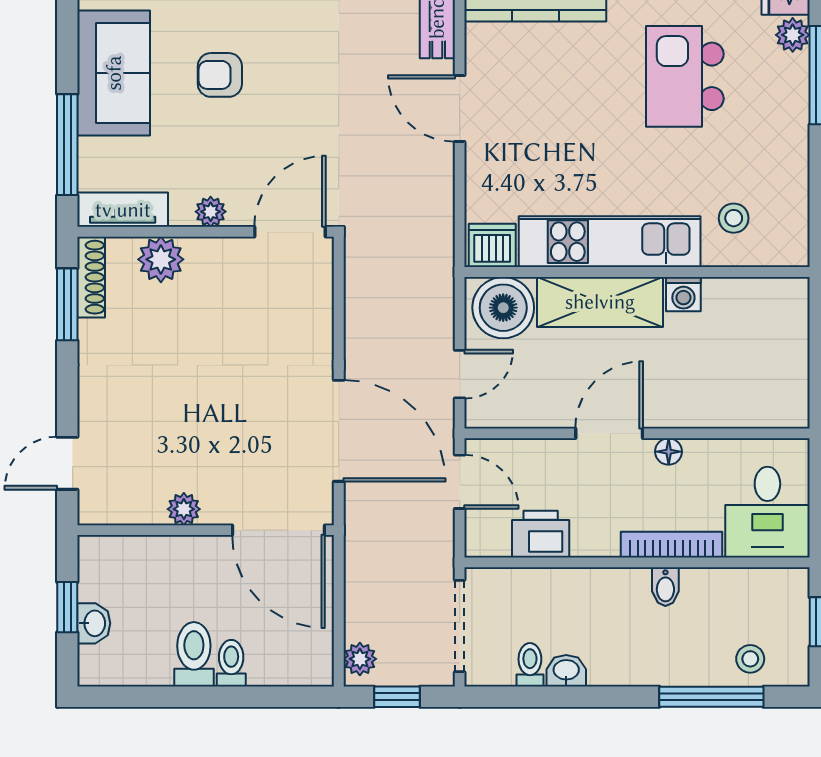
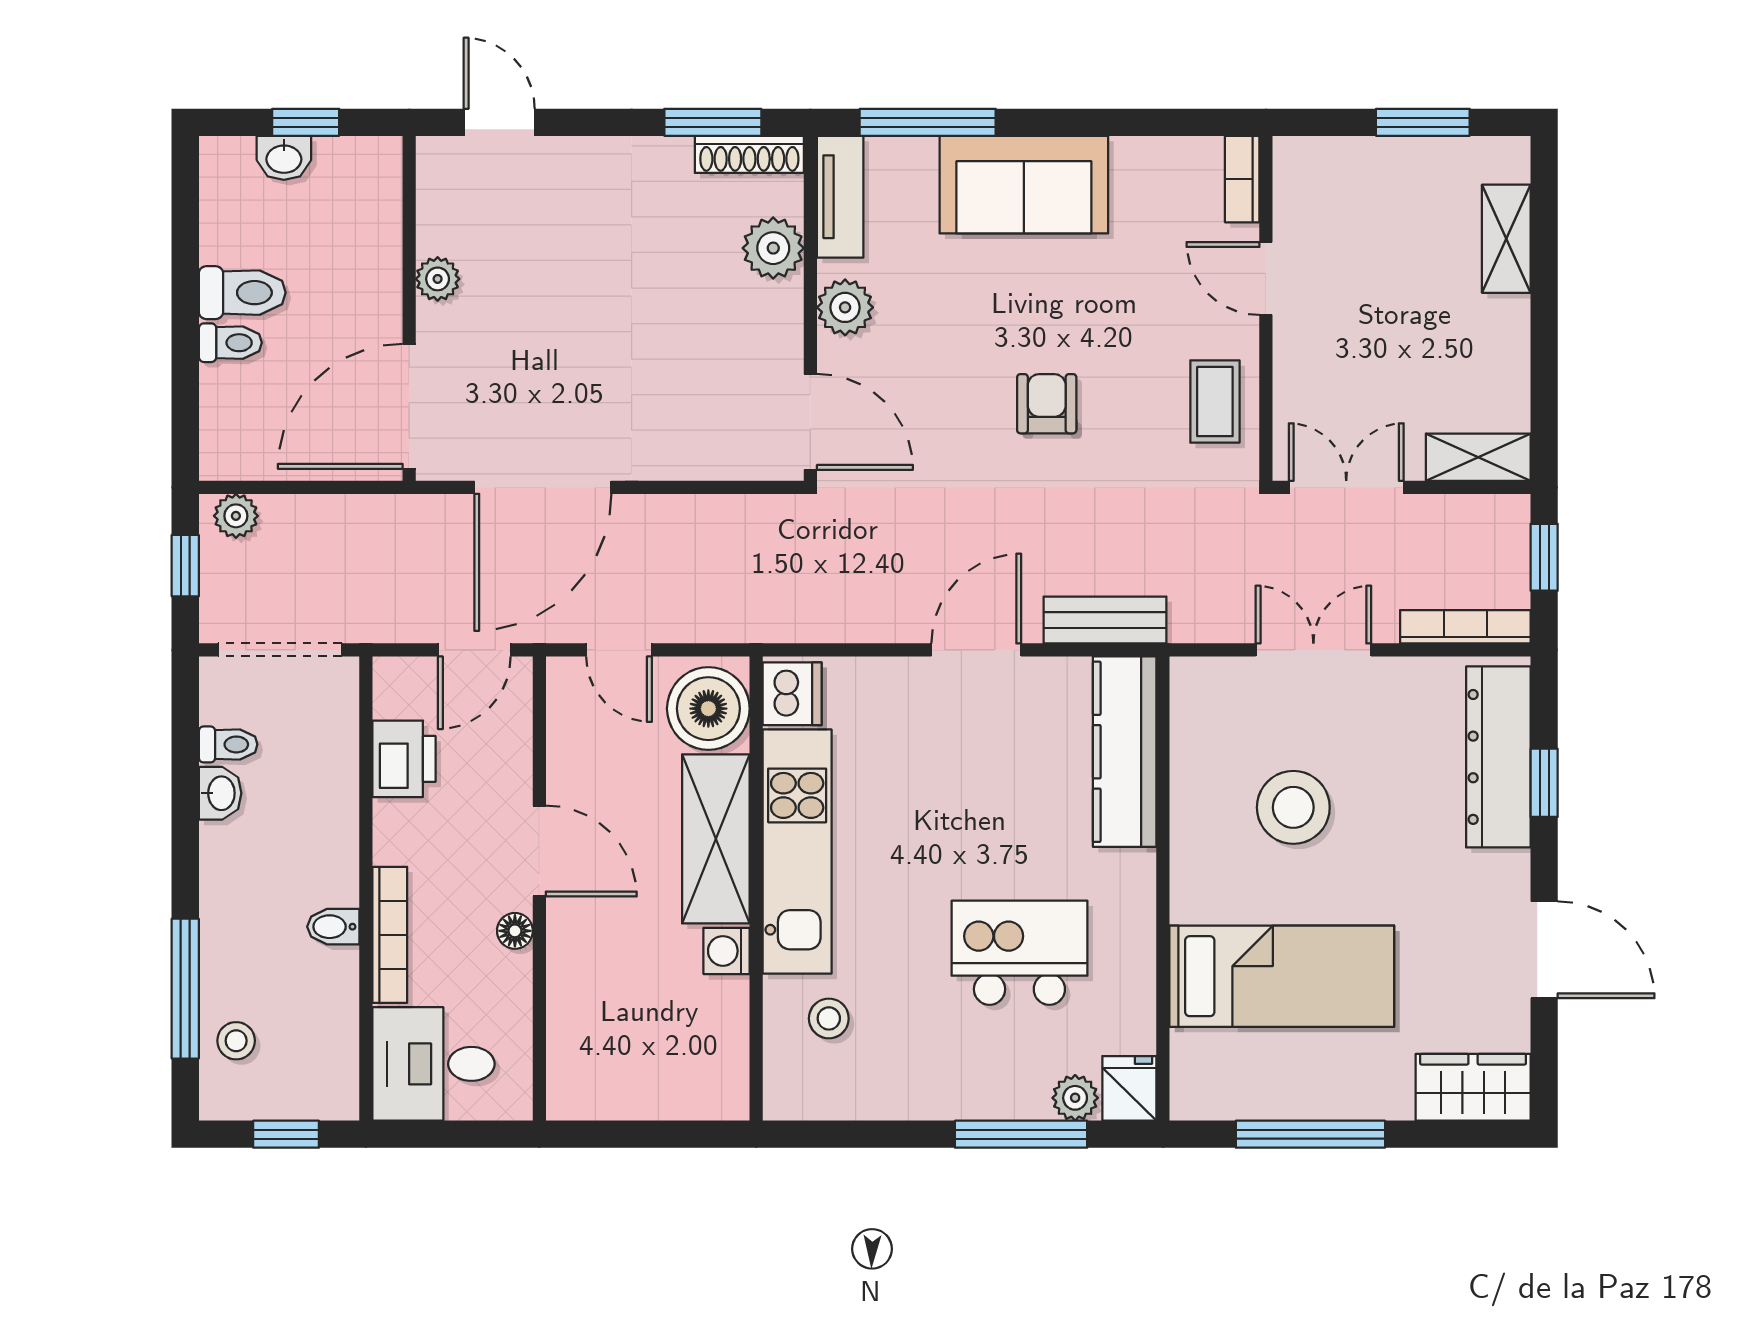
armchair: (220, 75) -> (1047, 404), moved
plant: (211, 212) -> (845, 307), width x1.38, depth x1.38

